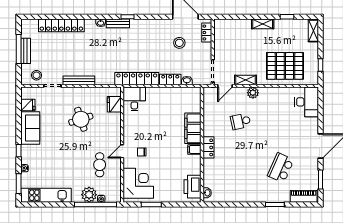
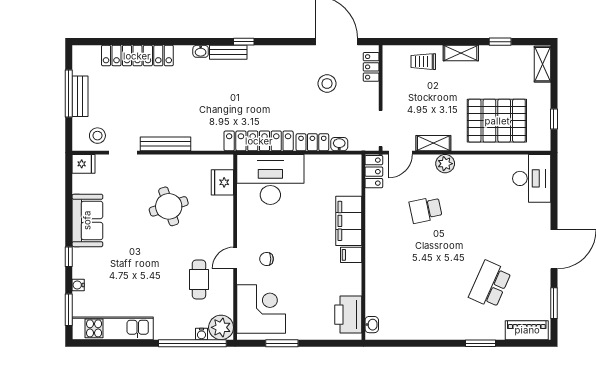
trolley: (239, 29) -> (423, 62), added
desk: (134, 99) -> (270, 179), width x1.87, depth x1.30
fridge: (28, 105) -> (84, 164), moved
locker: (208, 147) -> (374, 172), moved
plant: (89, 195) -> (221, 327), moved

